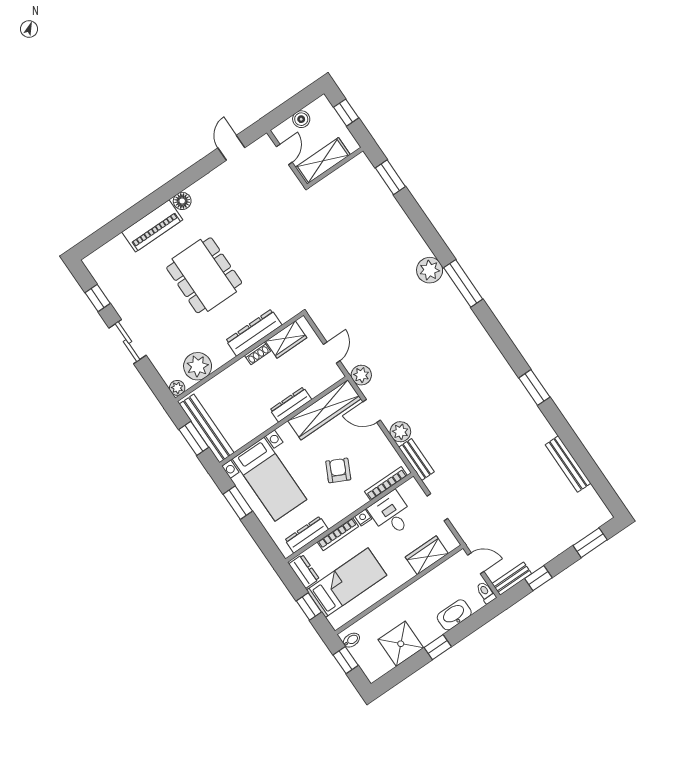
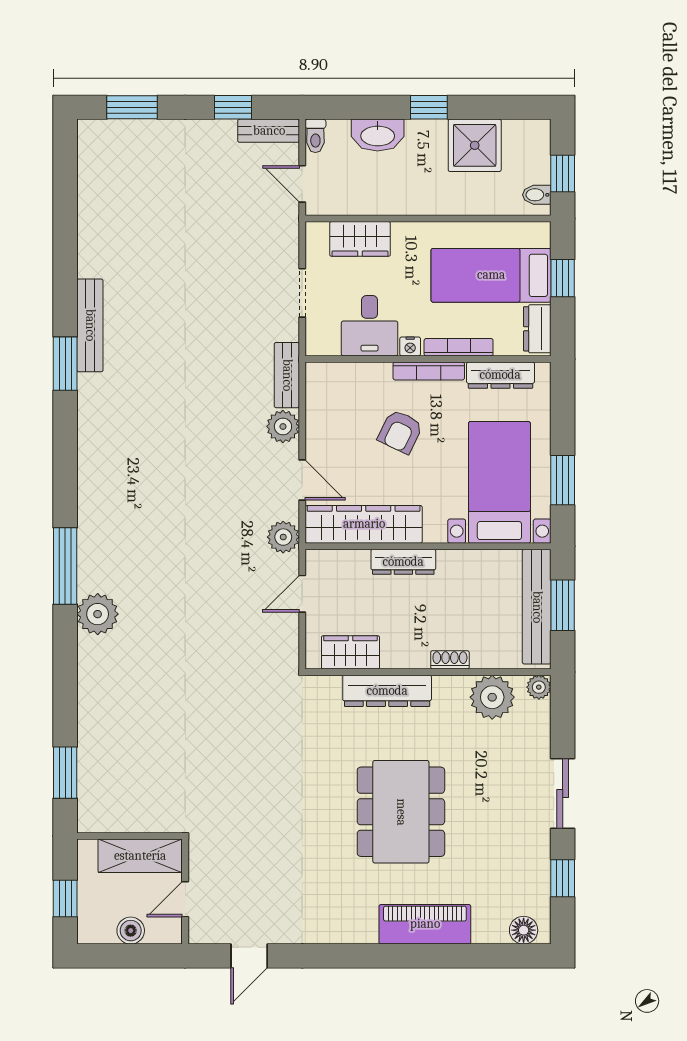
floor lamp: (182, 201) -> (524, 930), moved
shoe rack: (258, 353) -> (450, 660), moved
bench: (568, 464) -> (90, 325), moved
bookcase: (386, 484) -> (429, 371), moved

